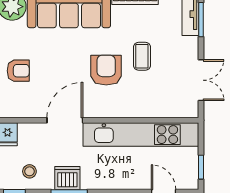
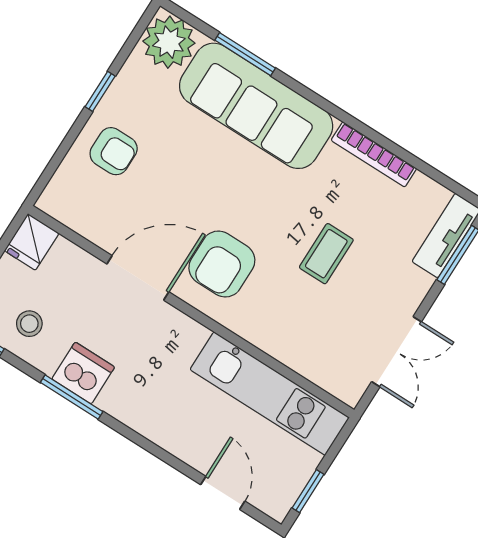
armchair: (106, 70) -> (222, 264), moved, turned 180
kitchen unit: (141, 135) -> (270, 394), width x0.73

